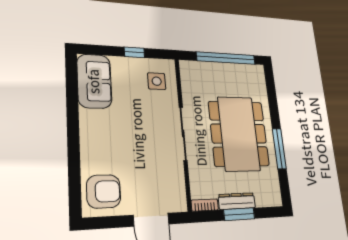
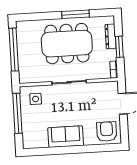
window: (134, 52) -> (17, 113), width x3.17
sofa: (94, 81) -> (66, 137), moved
dresser: (237, 201) -> (111, 36), moved

